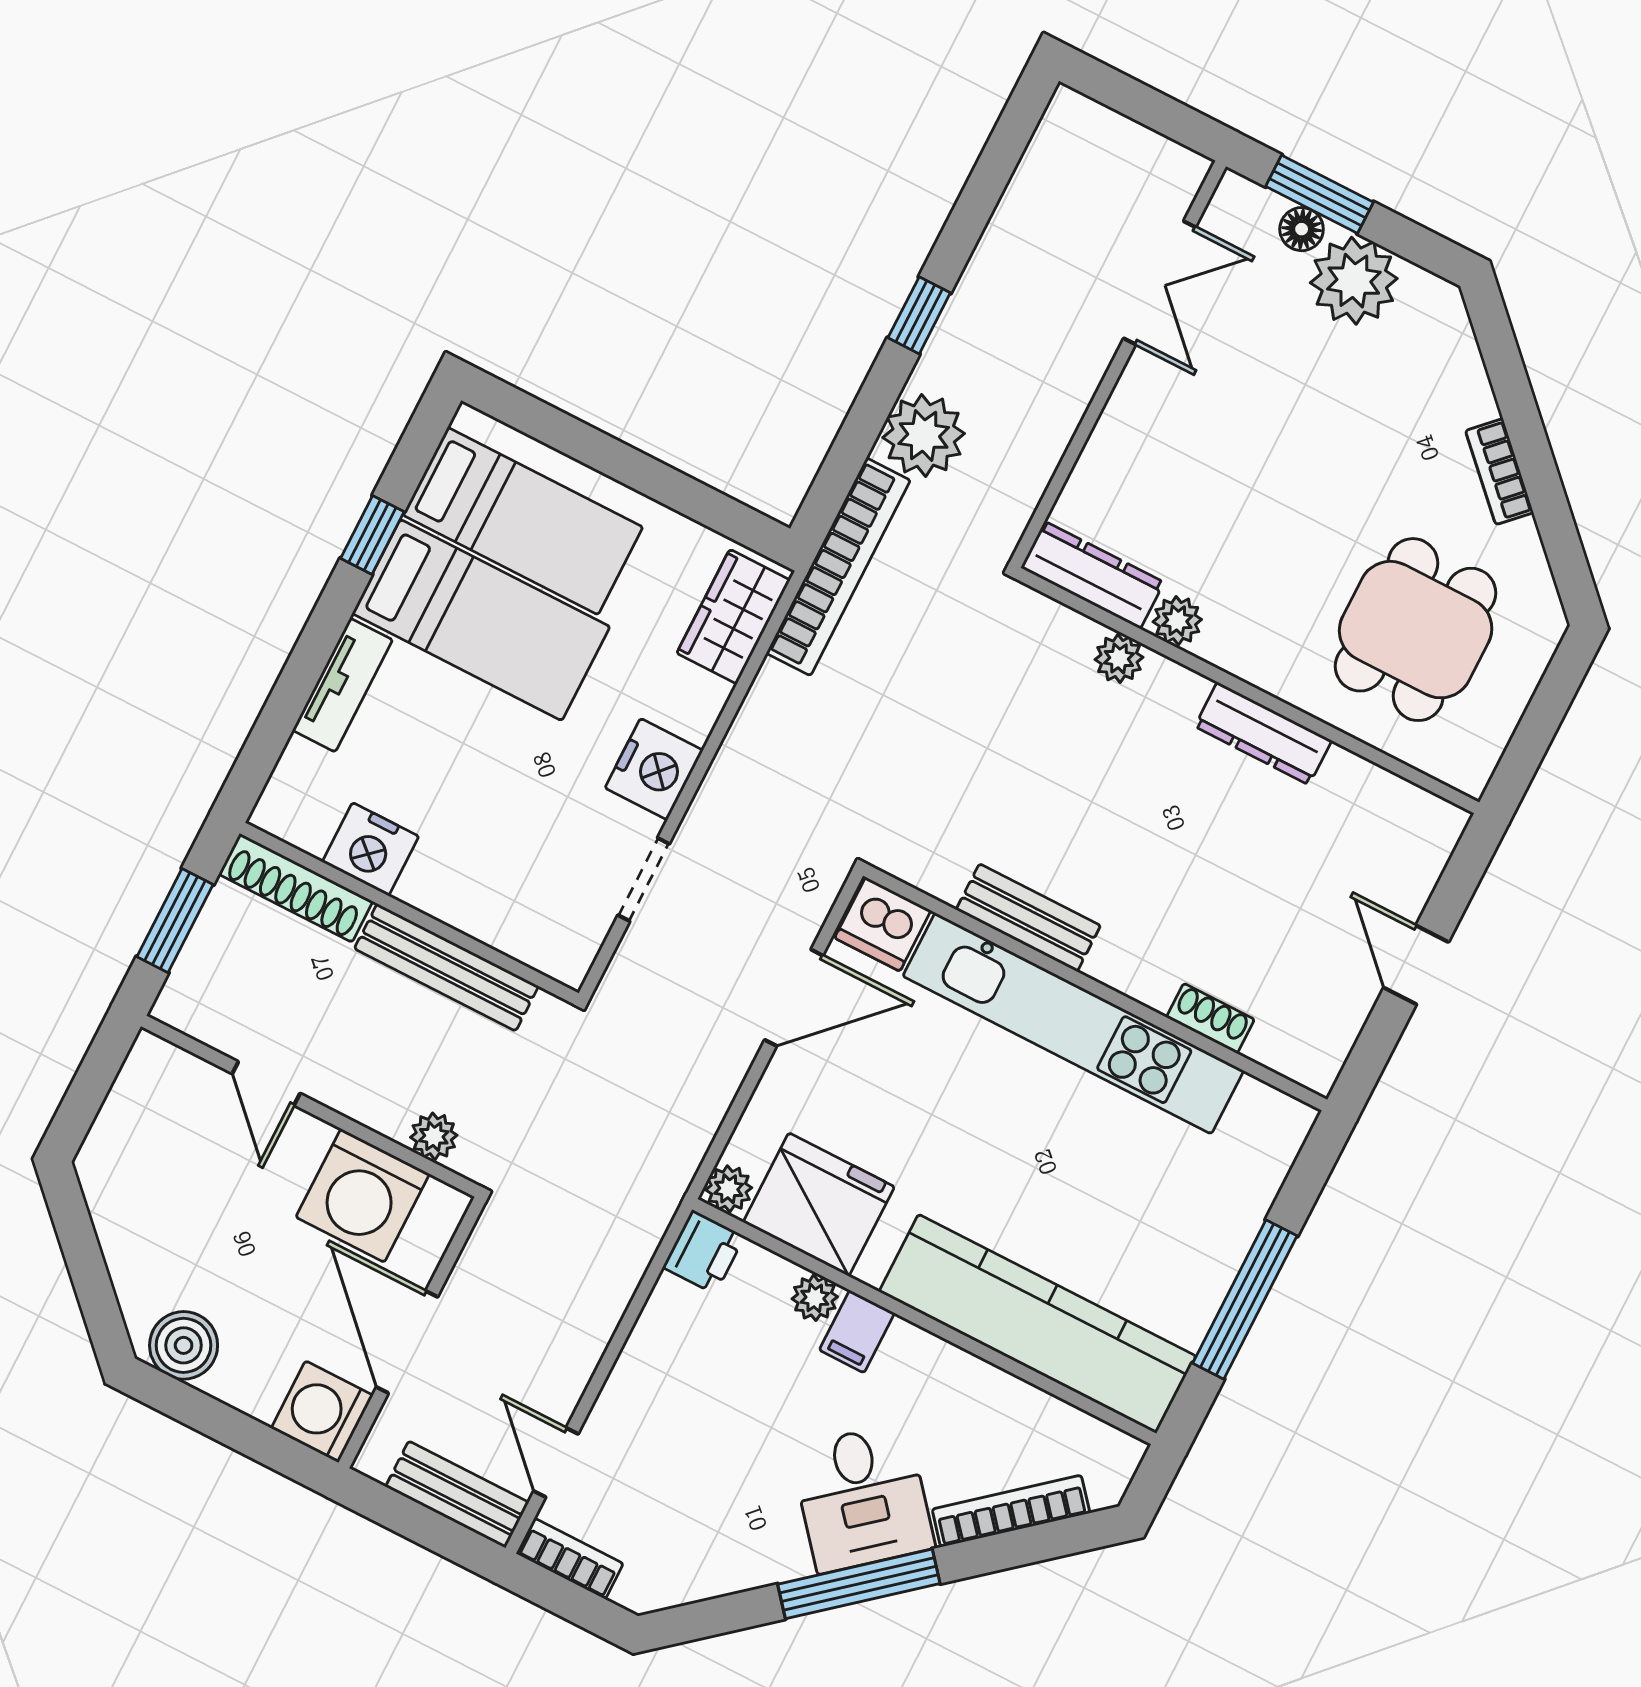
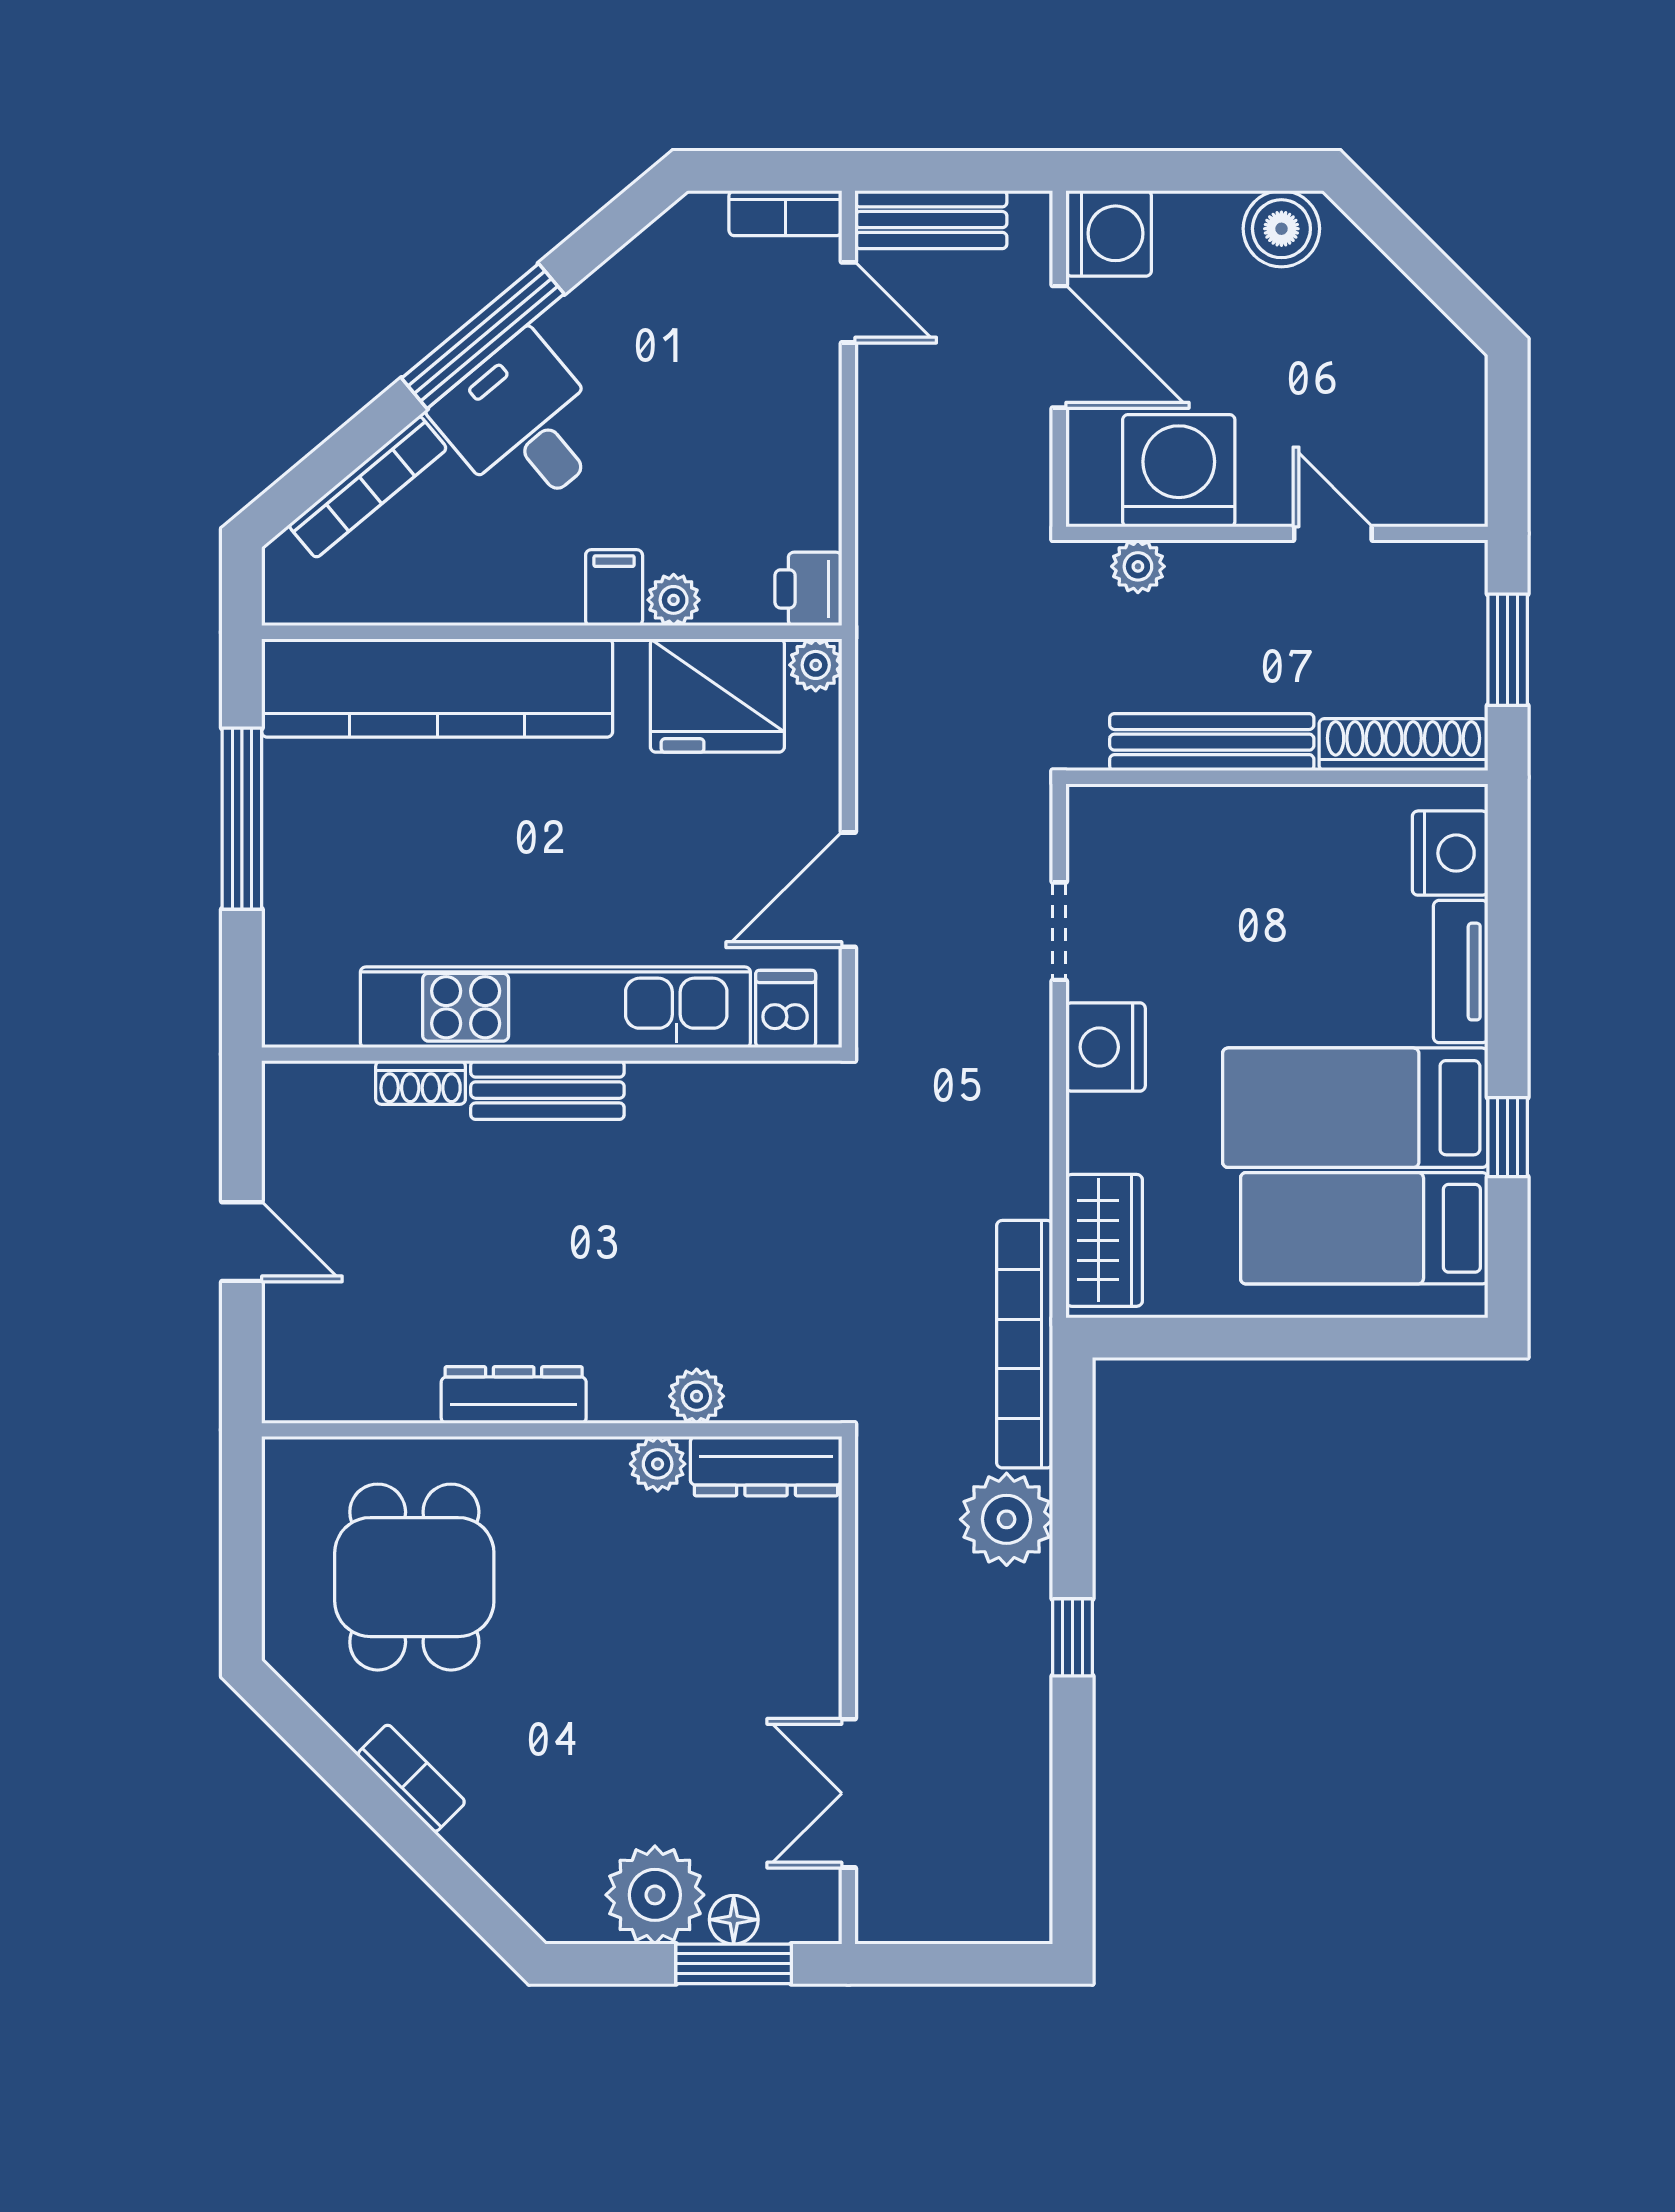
nightstand: (371, 849) -> (1450, 853), moved, turned 90
bench: (1028, 918) -> (547, 1090), moved
dishwasher: (883, 924) -> (786, 1009), width x0.73

